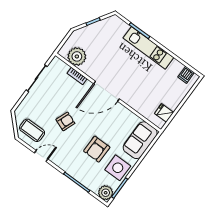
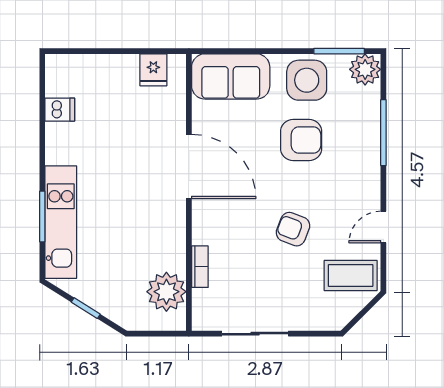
kitchen unit: (148, 48) -> (61, 222), moved
dishwasher: (186, 75) -> (60, 110), moved
door: (107, 91) -> (189, 167), moved
coffee table: (32, 130) -> (351, 275), turned 90
door: (41, 156) -> (383, 227), hinge flipped

